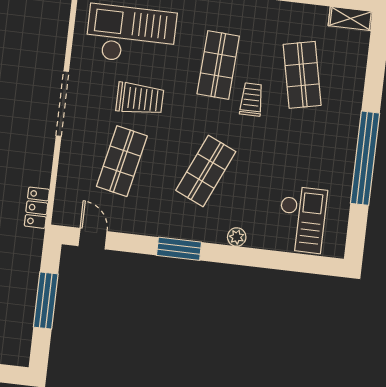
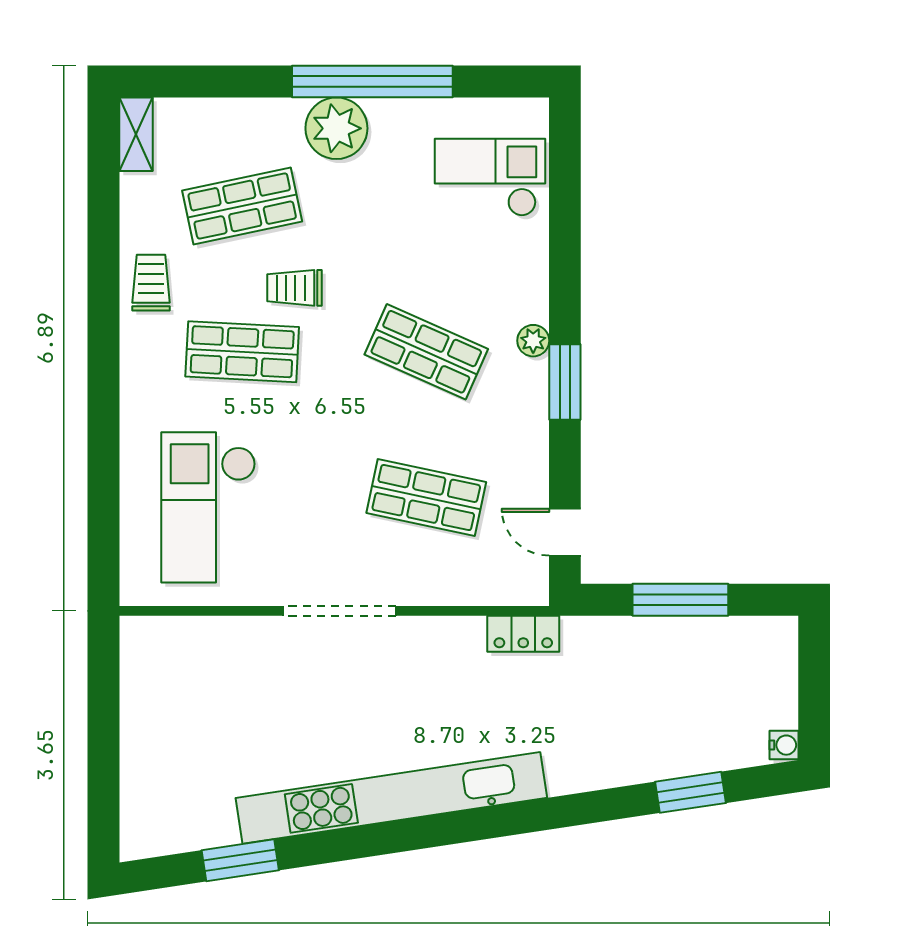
trolley: (140, 99) -> (151, 283), moved, width x0.73, depth x0.72
plant: (341, 134) -> (336, 128), added
plant: (237, 237) -> (533, 341), moved
door: (93, 239) -> (565, 532), hinge flipped

